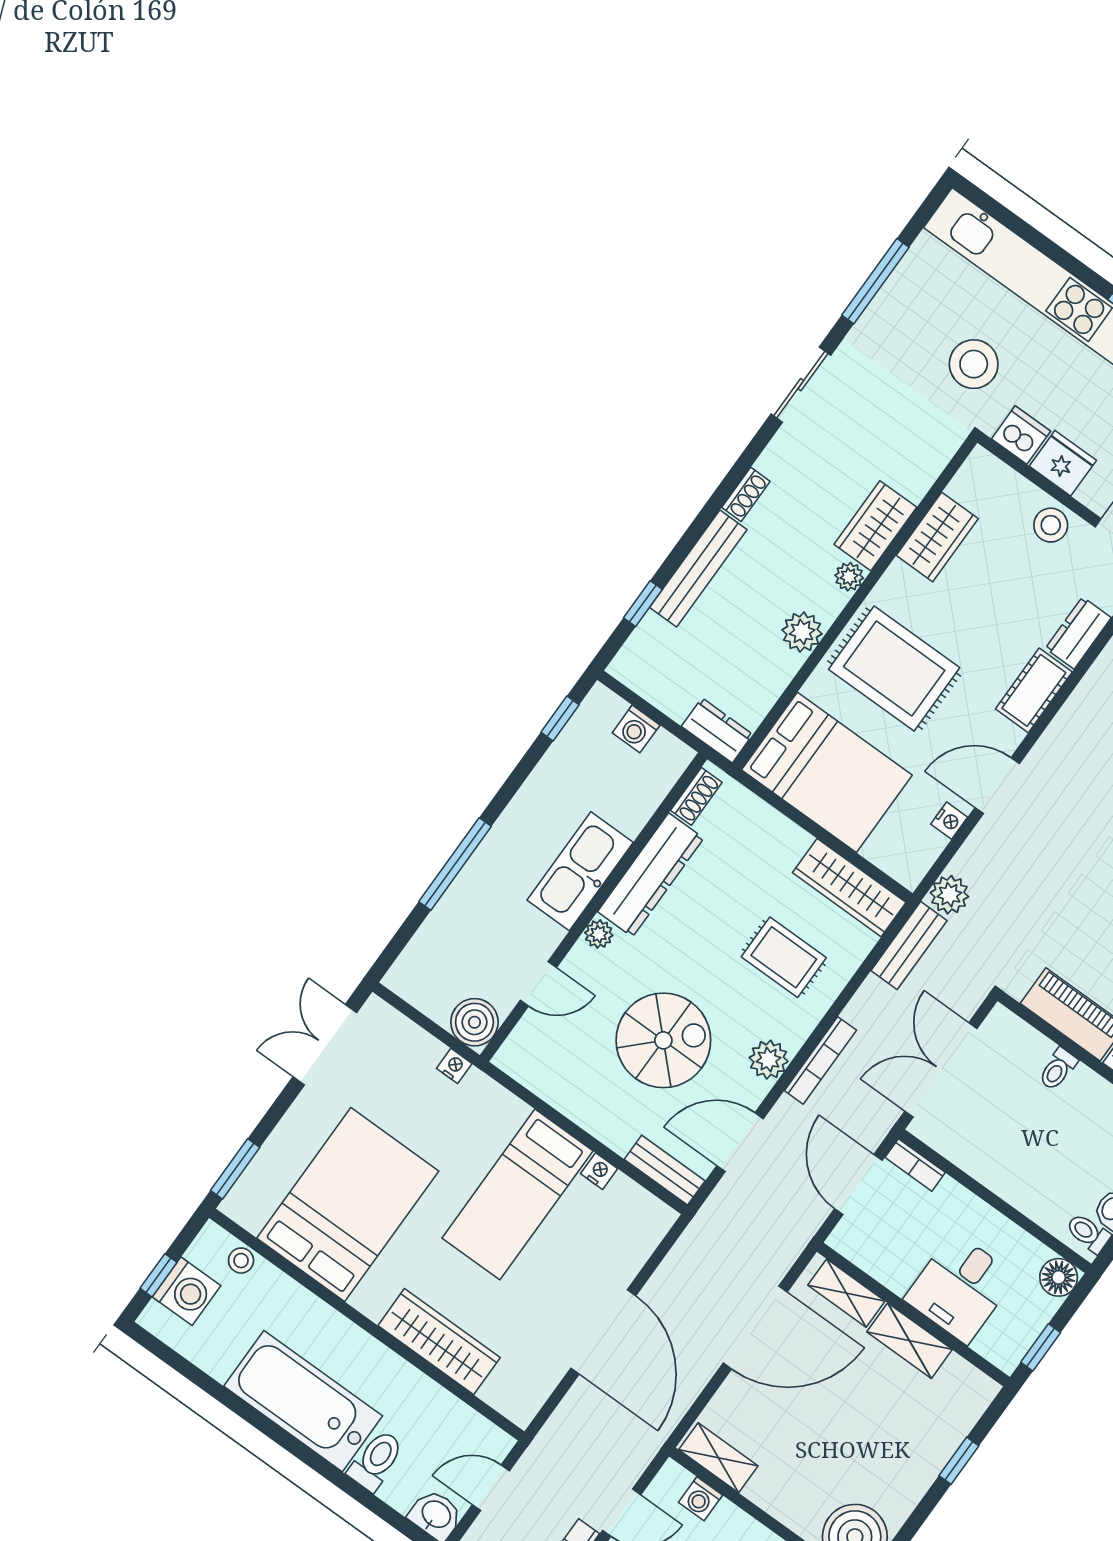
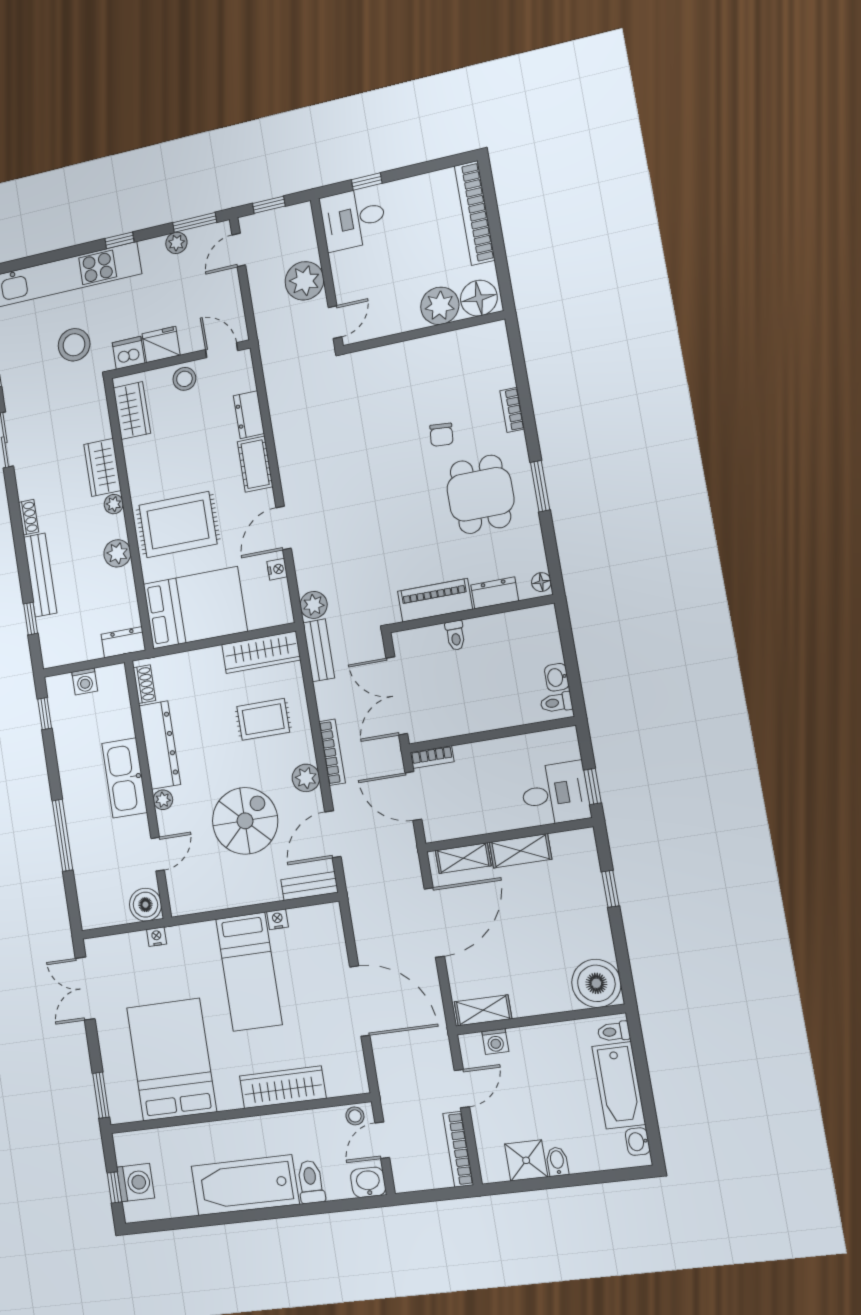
wardrobe: (937, 537) -> (132, 411), moved
stool: (241, 1261) -> (355, 1116), moved
floor lamp: (1059, 1277) -> (565, 741), removed
desk: (960, 1288) -> (555, 794), moved, turned -90

